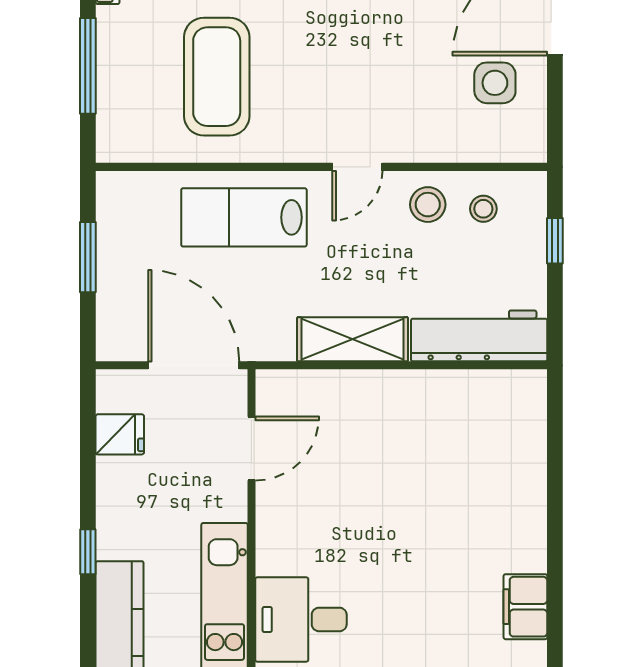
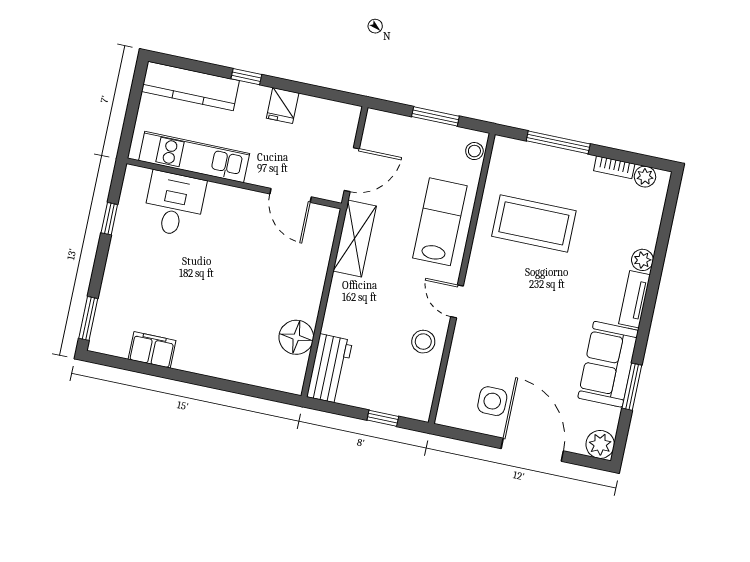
stool: (483, 209) -> (474, 151), moved
workbench: (479, 336) -> (330, 369), width x0.73
shelving: (353, 339) -> (355, 239), moved
door: (194, 365) -> (352, 170), width x0.73
floor lamp: (461, 395) -> (296, 337), added
fridge: (120, 434) -> (283, 106), moved

